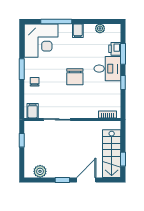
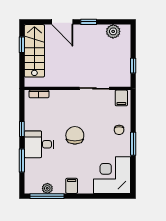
window: (56, 21) -> (47, 196), moved
printer: (115, 49) -> (31, 166), removed
door: (86, 180) -> (62, 22), hinge flipped

